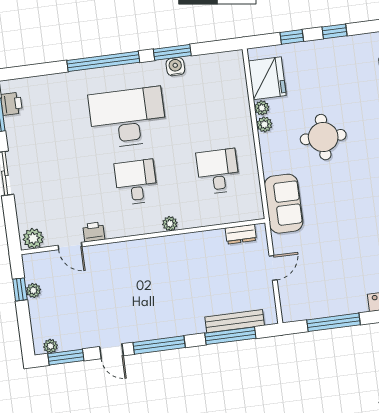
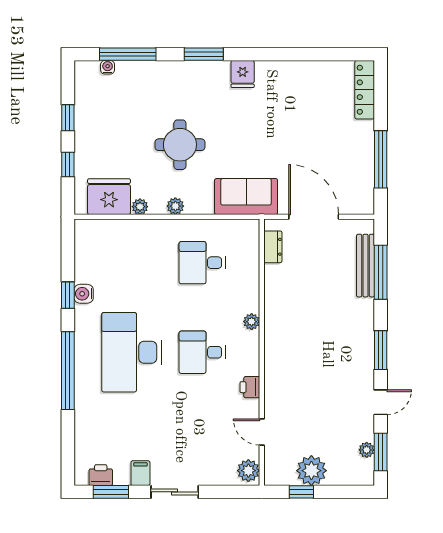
window: (172, 52) -> (68, 295), width x0.67
plant: (264, 124) -> (175, 206), moved
filing cabinet: (18, 140) -> (140, 473), added
printer: (94, 232) -> (250, 387), moved
door: (70, 246) -> (262, 432), swing flipped
door: (273, 268) -> (314, 217), width x1.87
plant: (33, 290) -> (311, 471), width x1.88, depth x1.88
window: (159, 345) -> (381, 350), width x0.69
plant: (50, 346) -> (367, 450), moved

